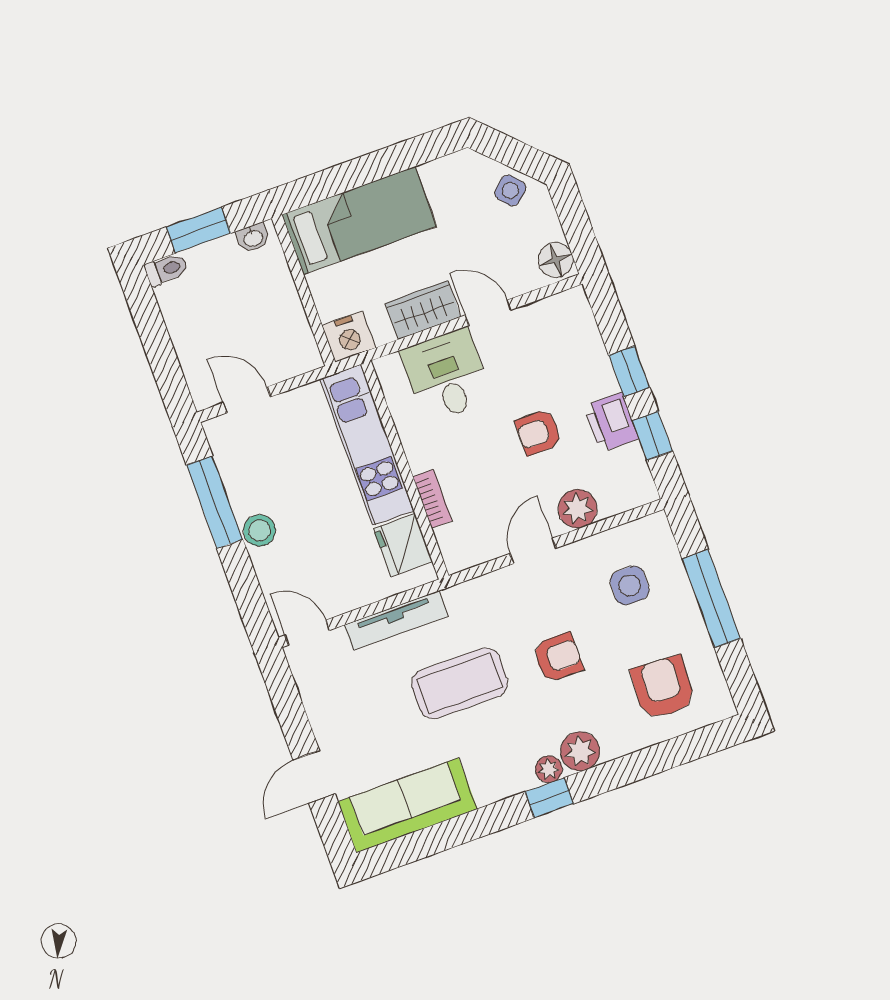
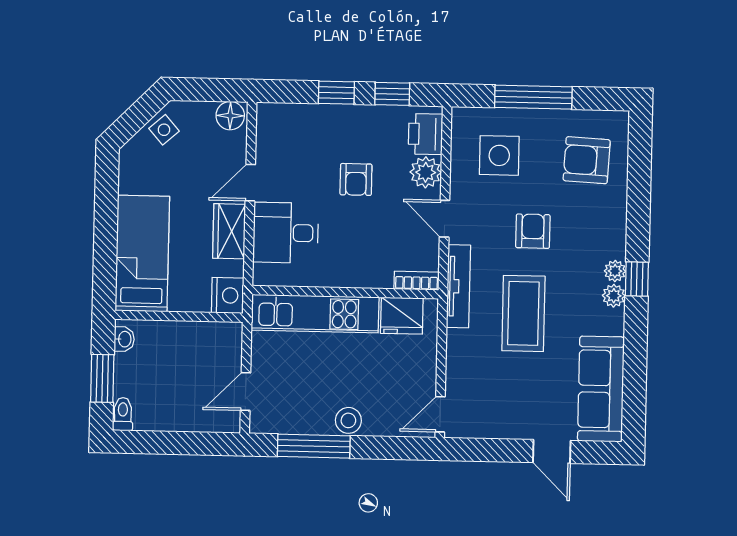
printer: (611, 422) -> (425, 134), moved, turned 90
bookcase: (432, 499) -> (417, 281), moved
side table: (630, 585) -> (499, 155), width x1.37, depth x1.37
tv unit: (396, 621) -> (458, 286), moved
plant: (580, 751) -> (614, 296), moved, width x0.73, depth x0.73

